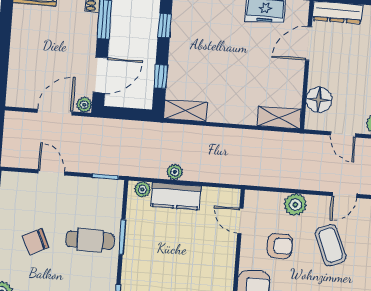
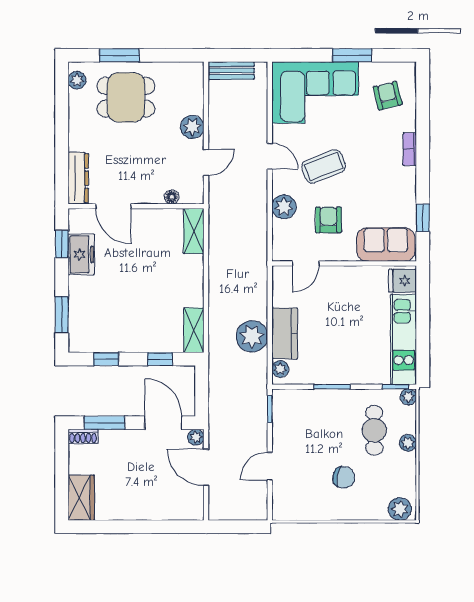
floor lamp: (319, 100) -> (172, 197), width x0.53, depth x0.53
plant: (175, 172) -> (252, 336), width x1.88, depth x1.88
cafe table: (90, 240) -> (374, 430), moved
chair: (36, 241) -> (344, 477), turned -53

